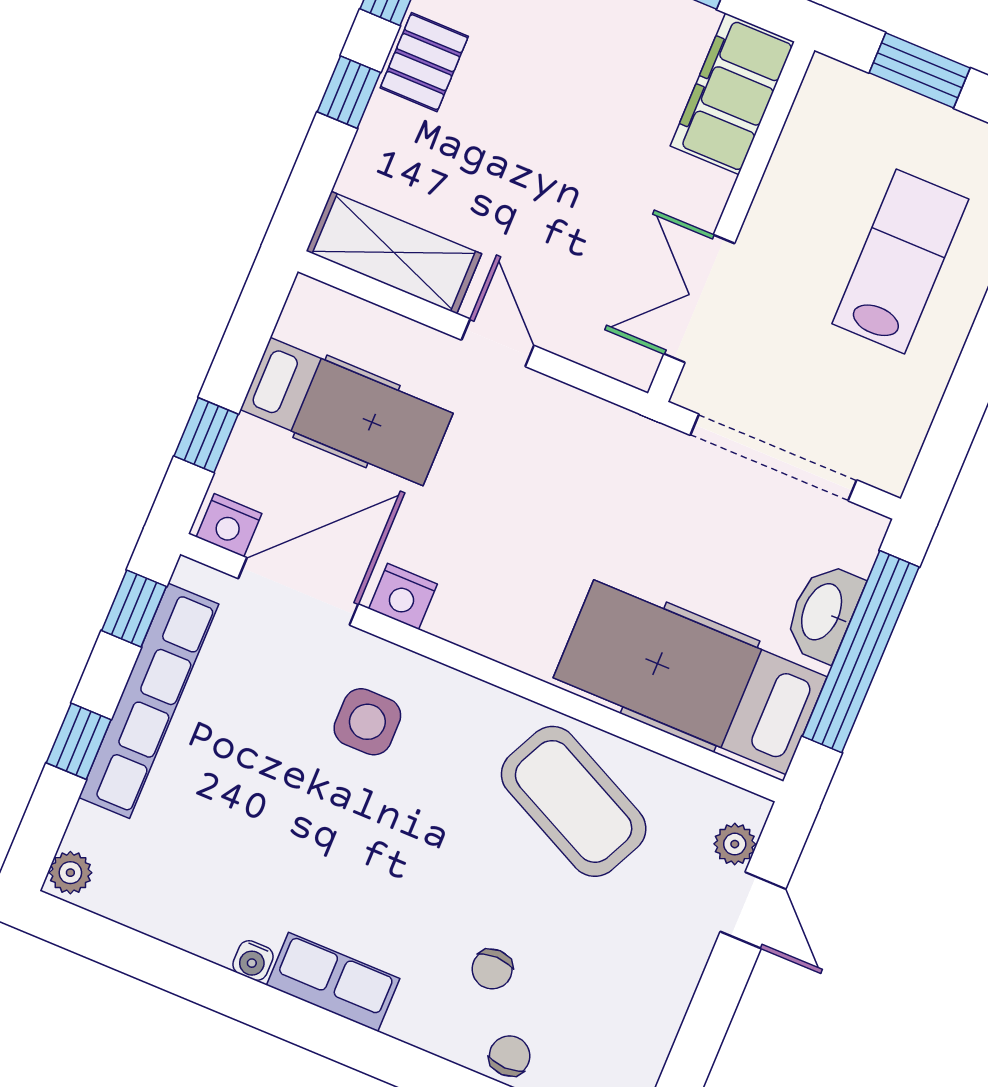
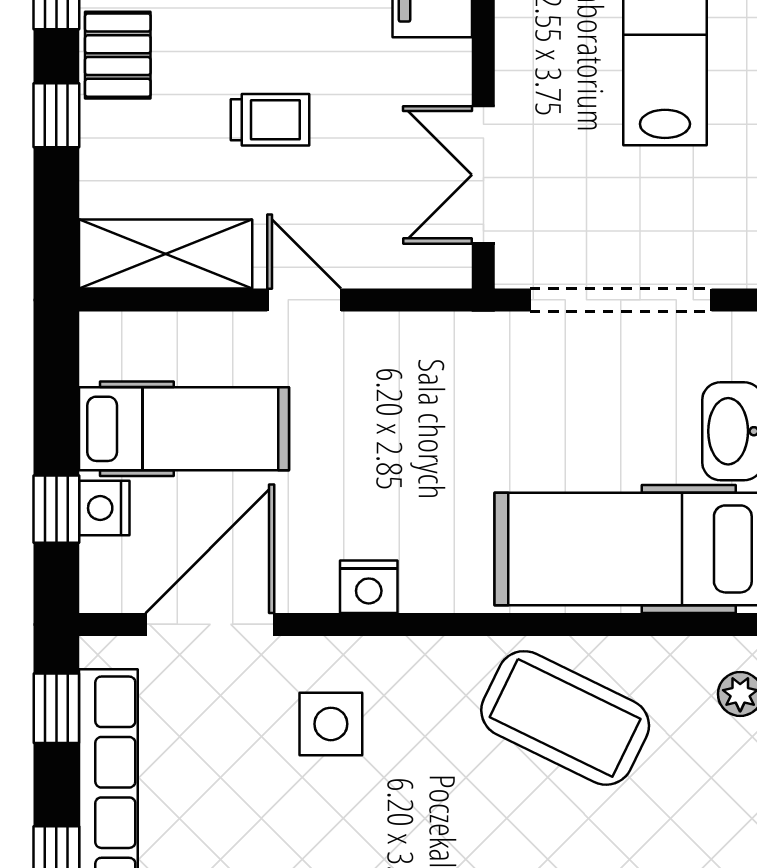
trolley: (533, 173) -> (270, 120), added
nightstand: (229, 525) -> (104, 508), moved, turned 90
nightstand: (403, 596) -> (369, 587), moved

